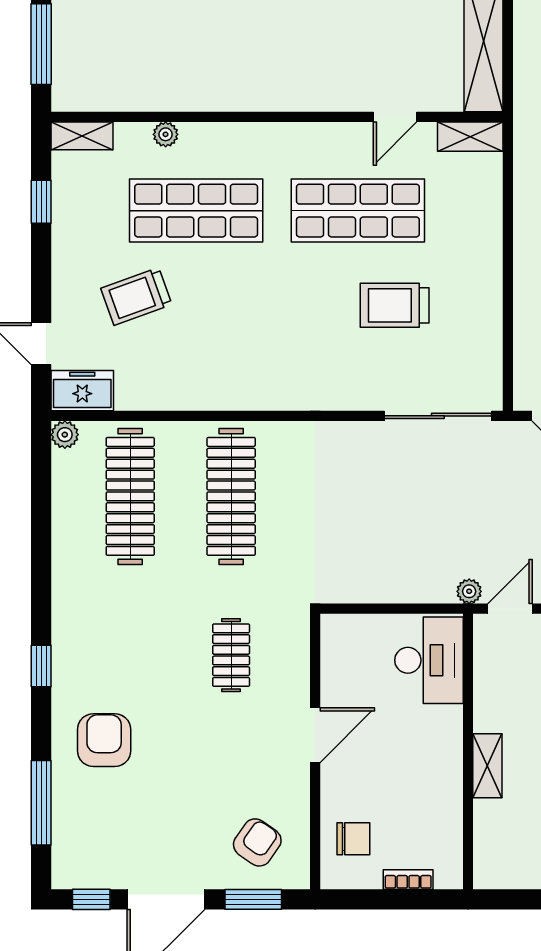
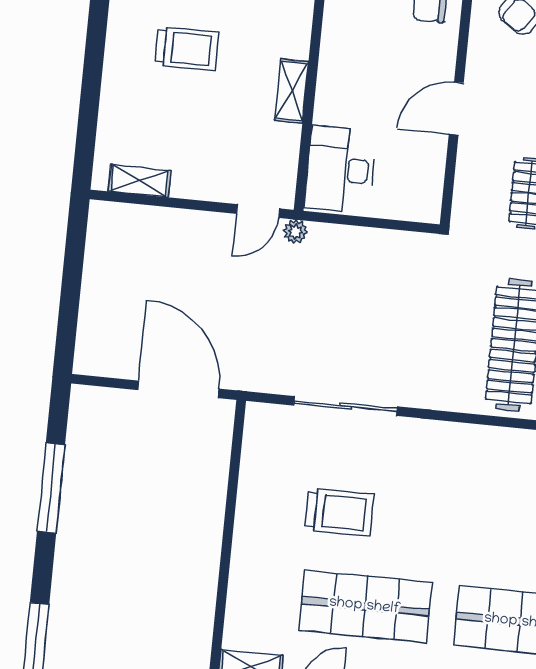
sliding door: (438, 416) -> (346, 406), moved
shelving: (487, 766) -> (292, 91), moved

